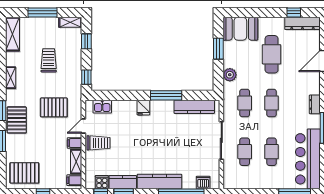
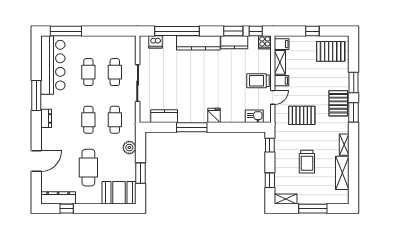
shelving: (13, 34) -> (342, 173), moved
kitchen counter: (194, 107) -> (164, 116), width x0.67
cooker: (102, 182) -> (265, 42), moved

